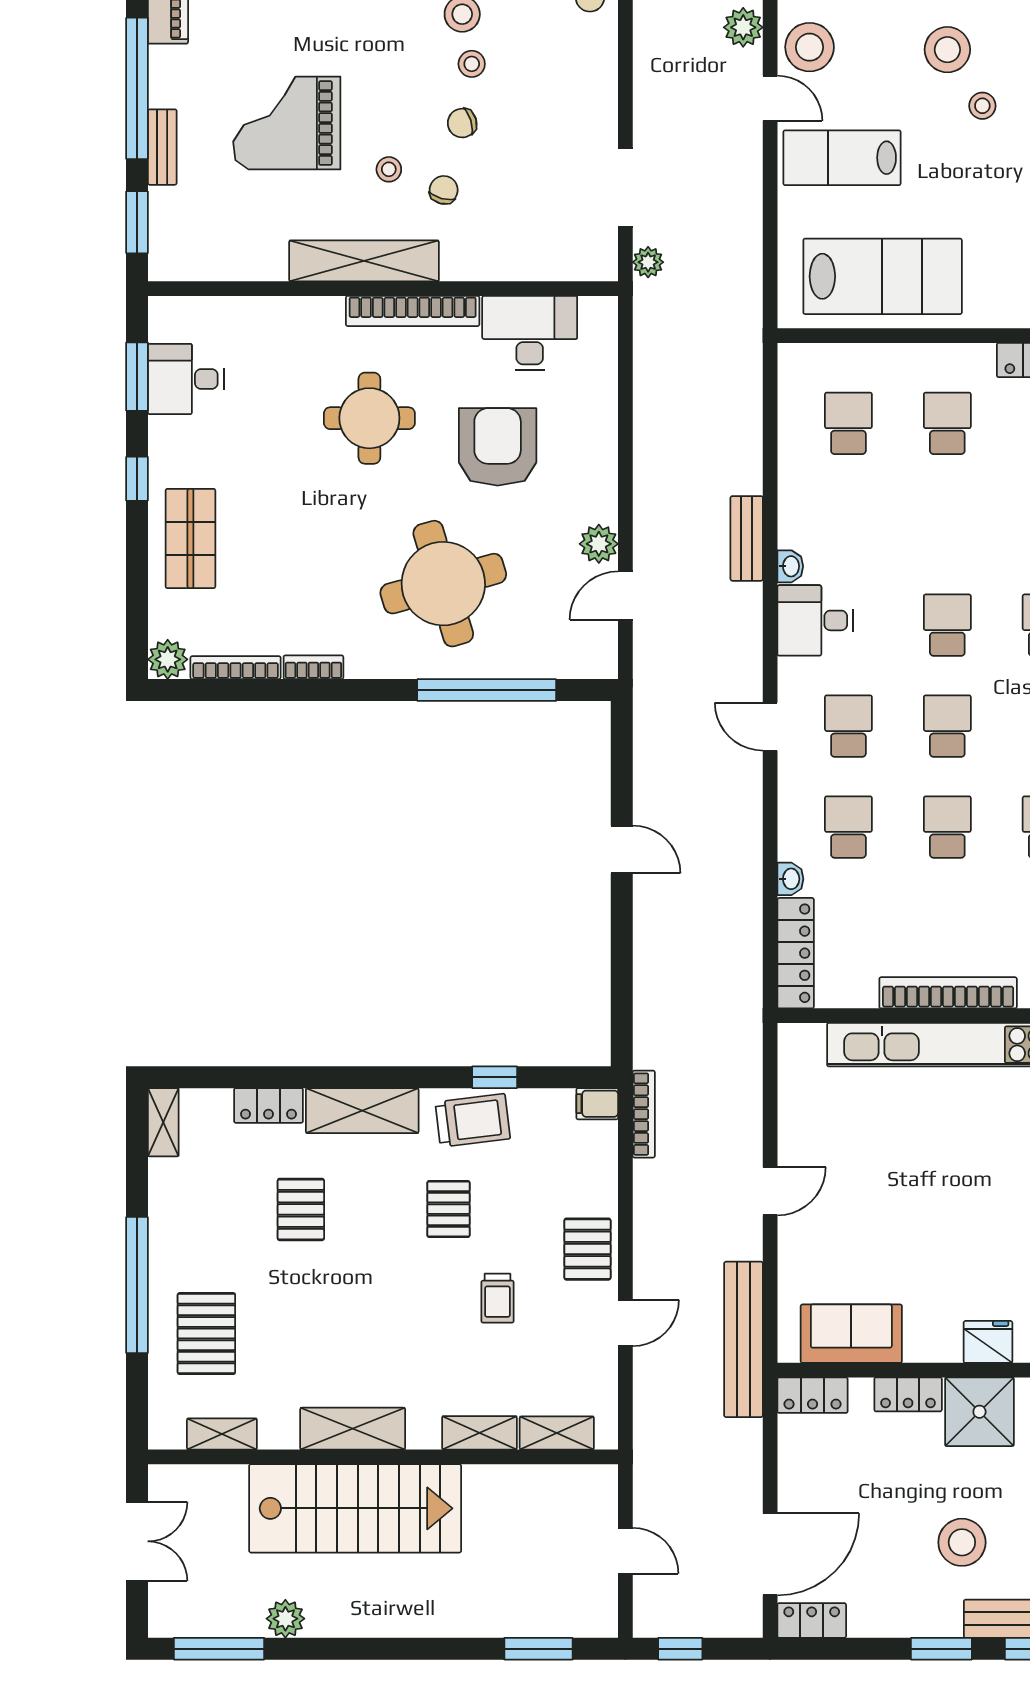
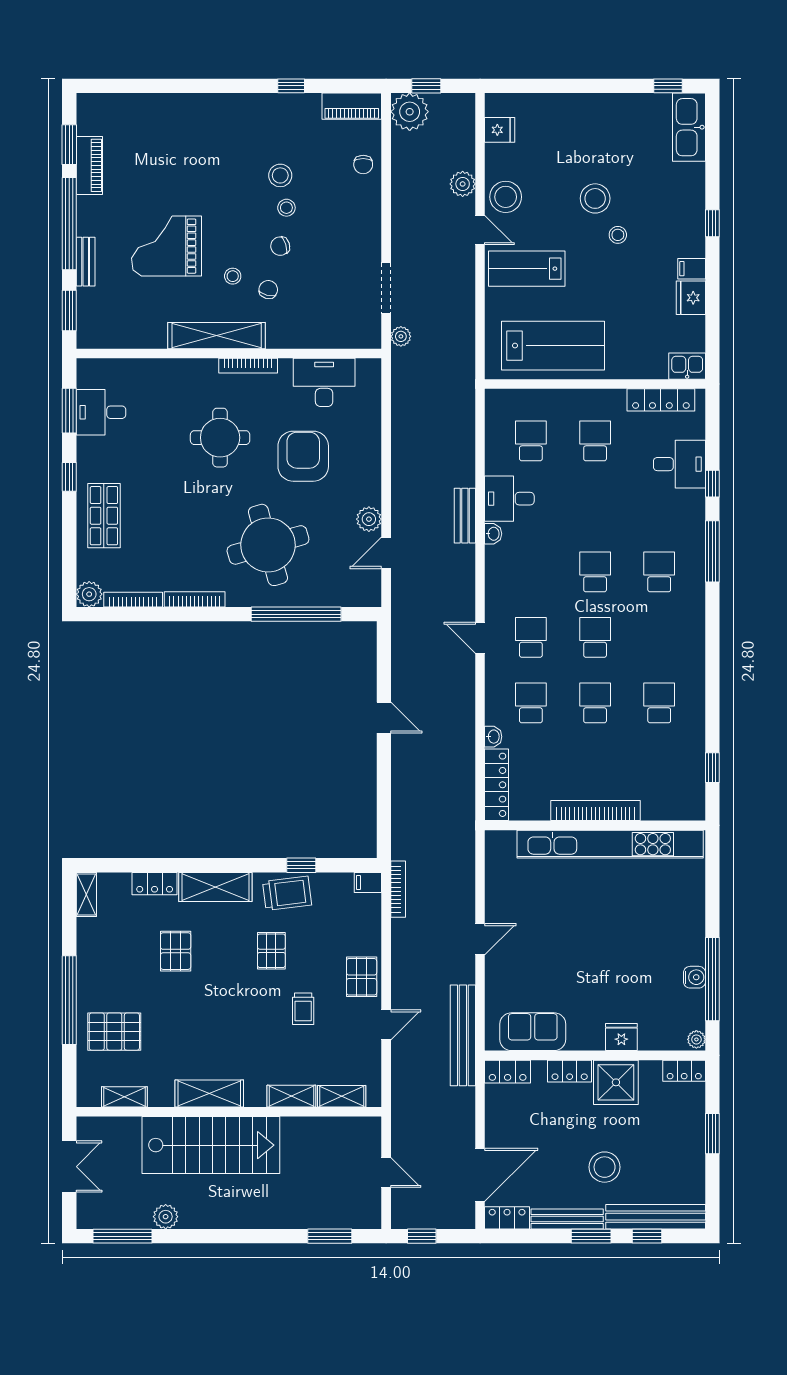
bookcase: (413, 311) -> (248, 366), width x0.68, depth x0.76
desk: (815, 620) -> (509, 499), moved
bookcase: (313, 667) -> (195, 599), width x1.56
pallet: (206, 1334) -> (114, 1032), turned 90
bench: (904, 1622) -> (567, 1219), added

